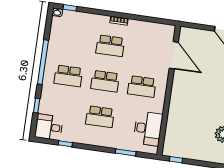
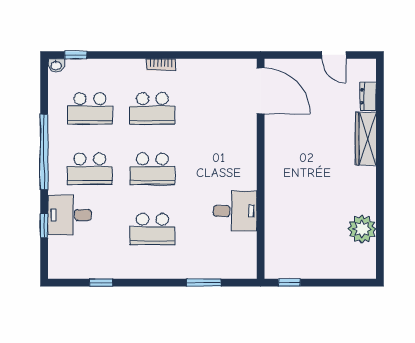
door: (174, 55) -> (261, 91), moved
school desk: (142, 87) -> (90, 108), moved
desk: (49, 127) -> (70, 215), moved
desk: (148, 129) -> (235, 211), moved, width x0.73

